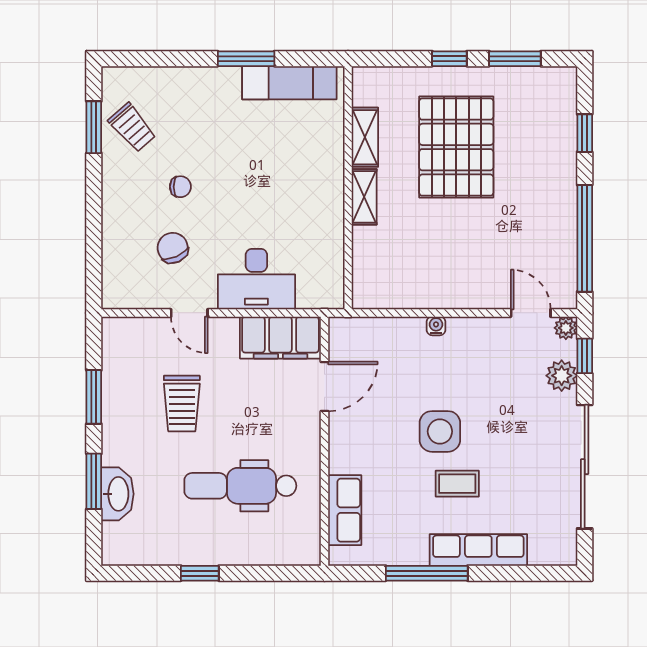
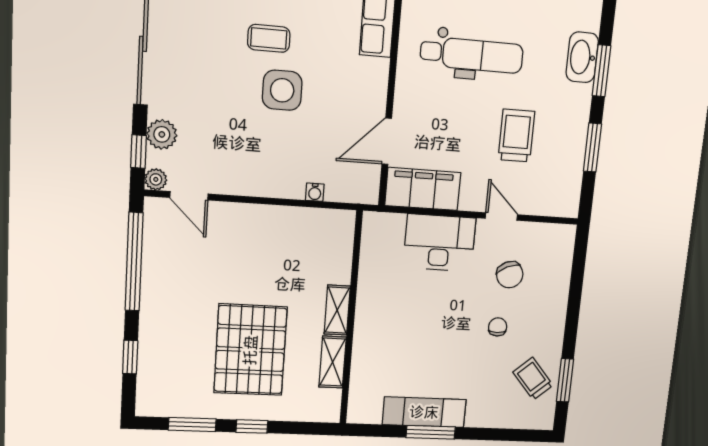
exam couch: (289, 83) -> (424, 412), moved
chair: (180, 187) -> (498, 327), turned 90
water cooler: (436, 326) -> (315, 192), moved

